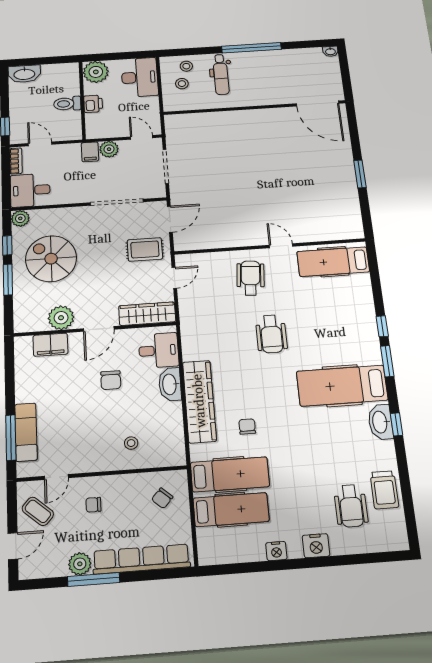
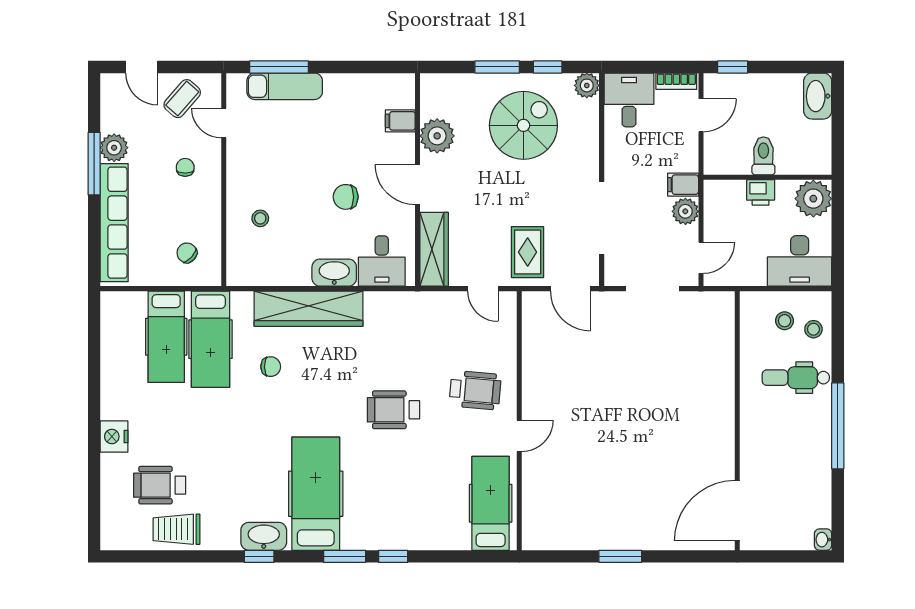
filing cabinet: (50, 345) -> (400, 121), width x0.50
nightstand: (276, 551) -> (111, 387), removed

